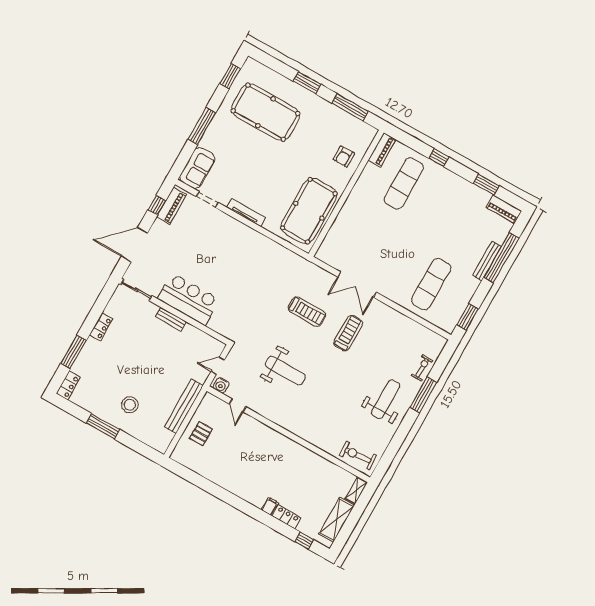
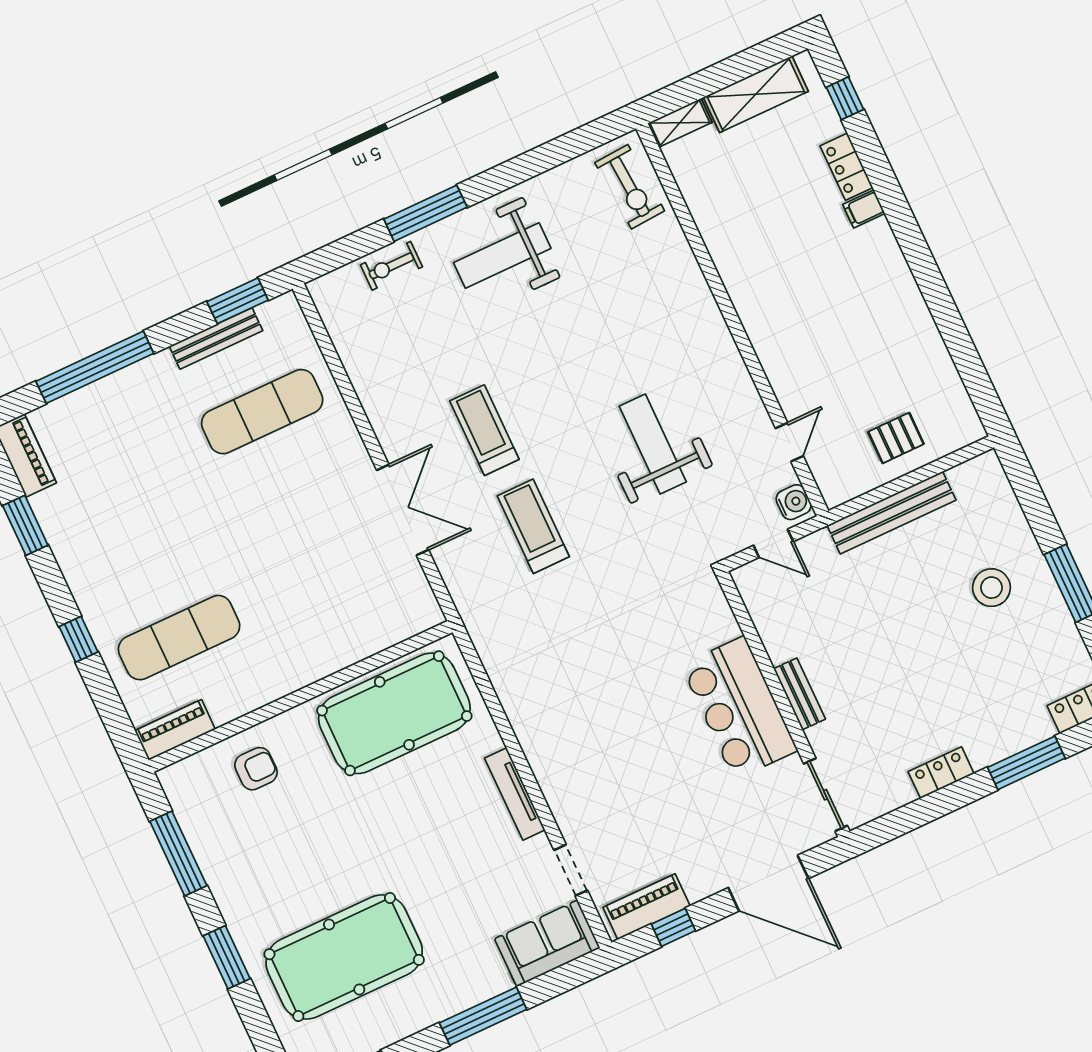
pool table: (266, 112) -> (344, 957), turned 90
bench: (487, 261) -> (216, 338), moved
treadmill: (348, 333) -> (484, 430), turned 90

